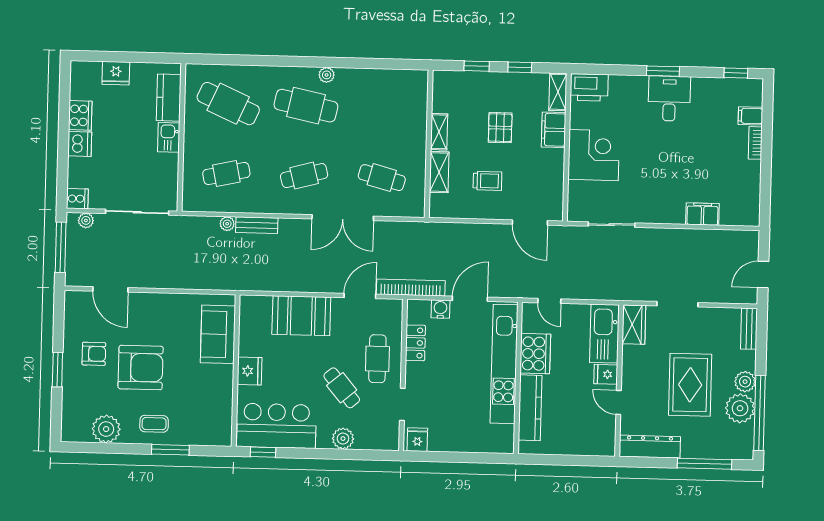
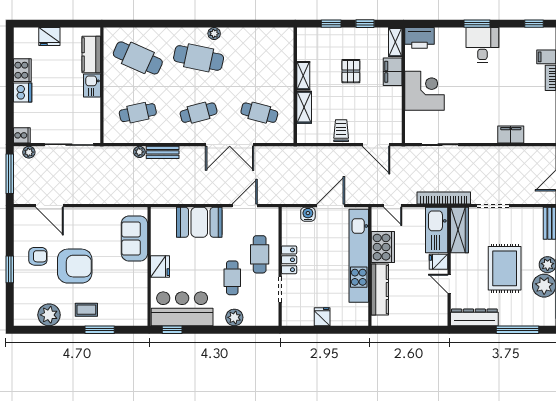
trolley: (487, 181) -> (341, 131), moved, turned -90
bookcase: (411, 288) -> (444, 198), moved
wardrobe: (634, 325) -> (459, 230), width x1.50
locker: (415, 343) -> (289, 260), moved
cafe table: (342, 388) -> (232, 278), turned 40
fridge: (417, 440) -> (322, 317), moved

